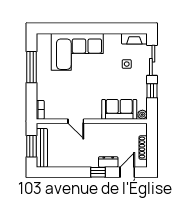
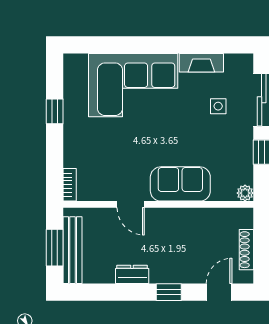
fireplace: (134, 39) -> (201, 63), moved
window: (32, 67) -> (55, 111), width x0.46
sofa: (119, 109) -> (180, 184), moved
dresser: (108, 162) -> (132, 274), moved

